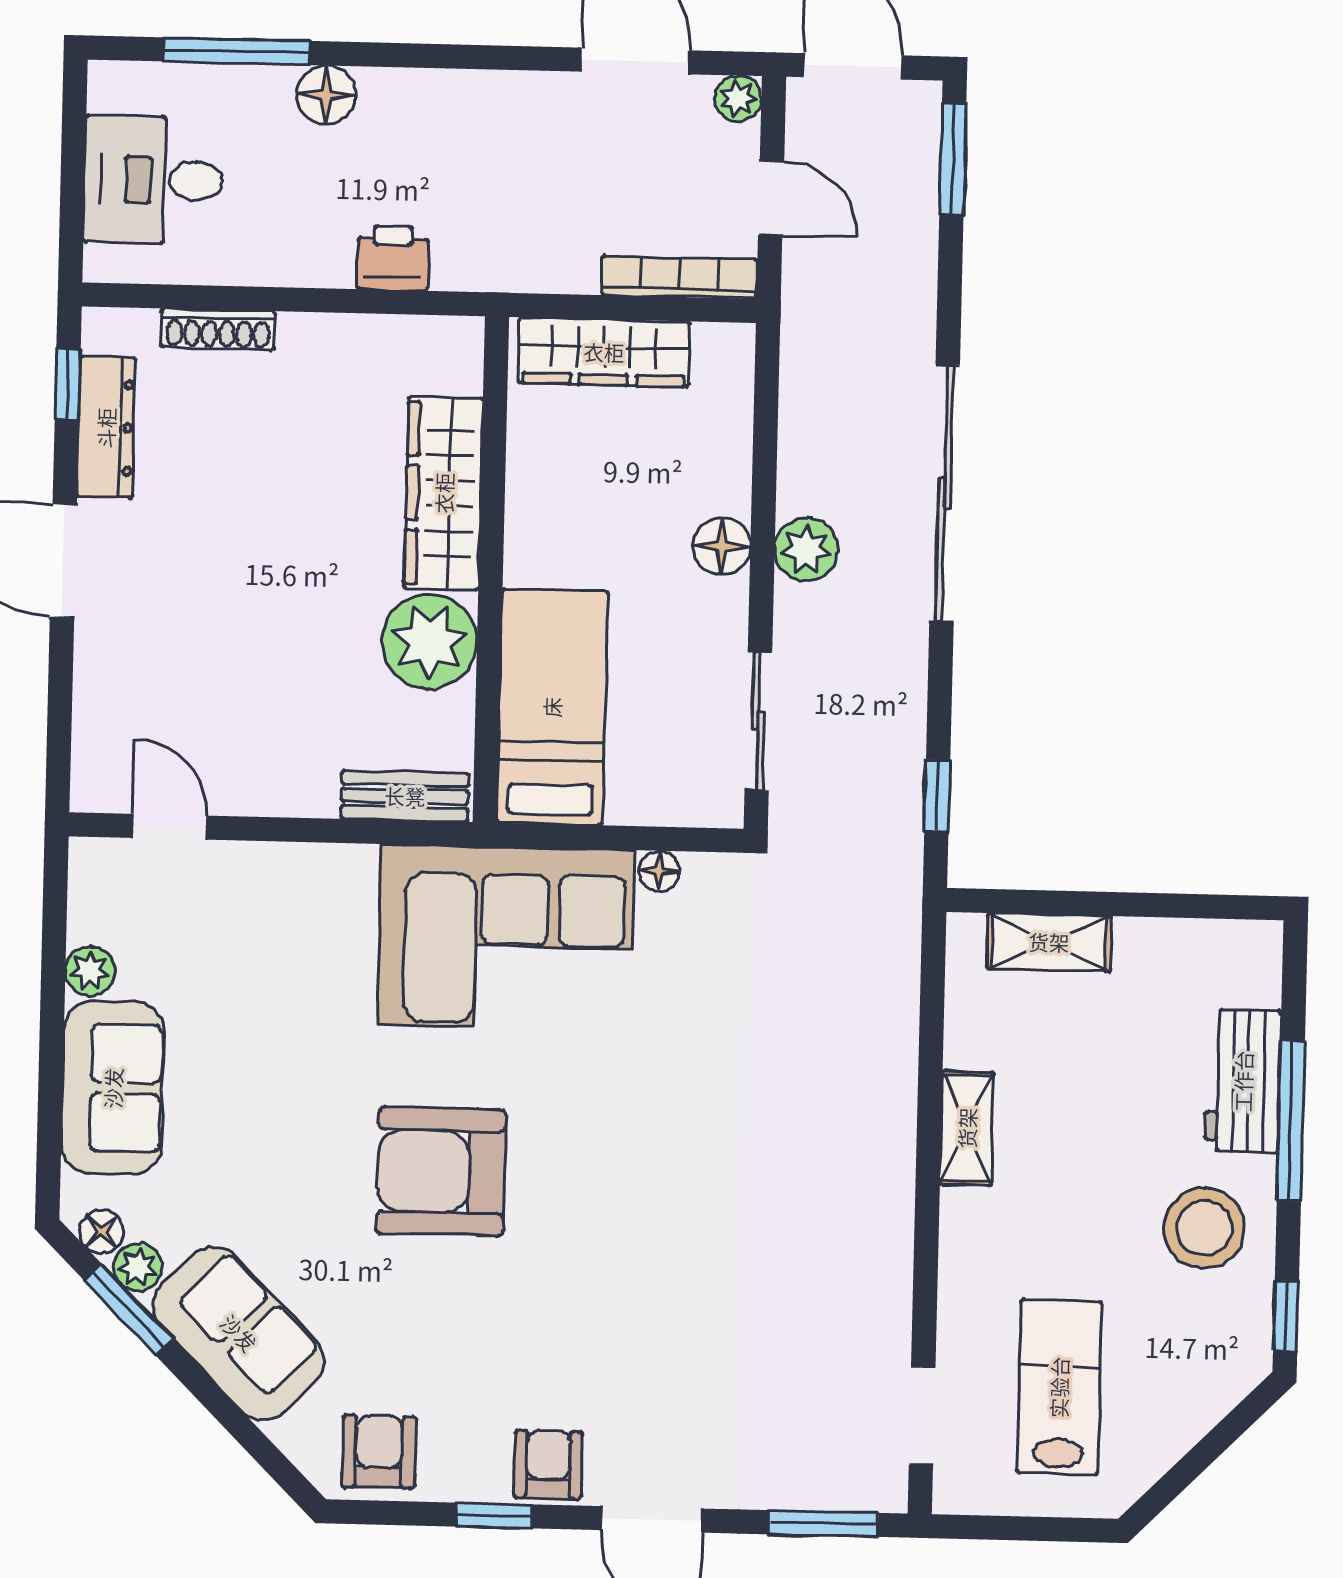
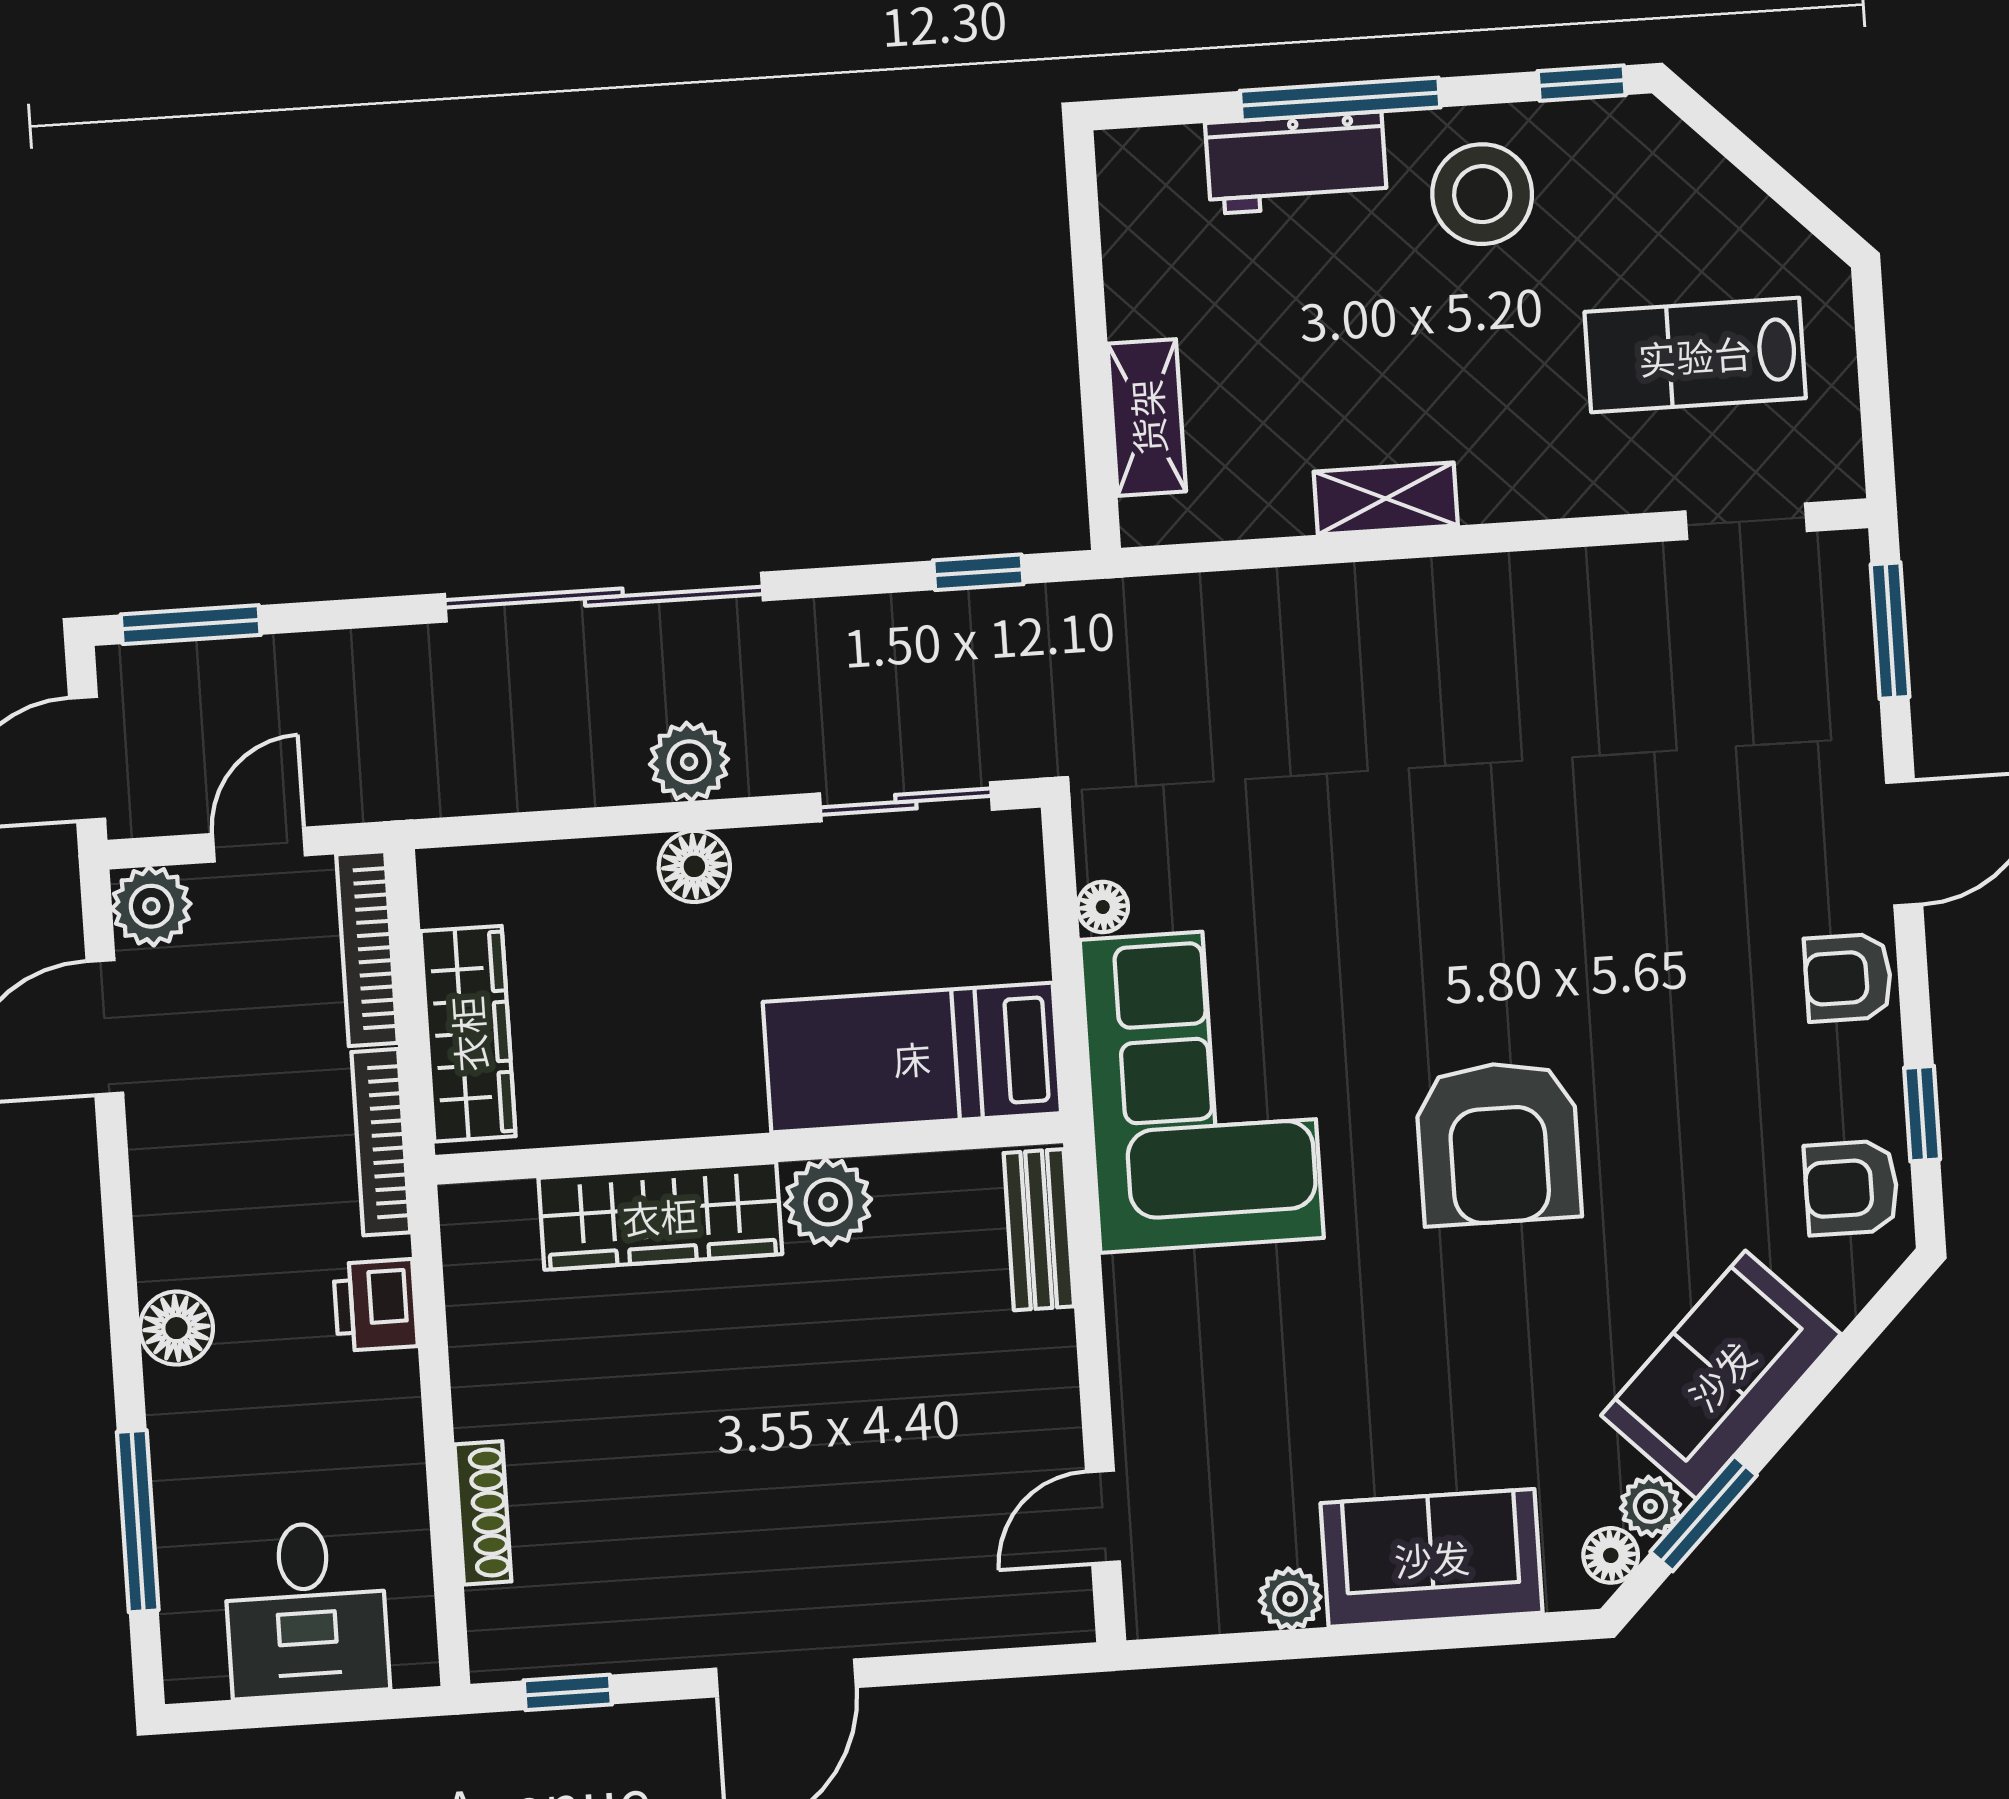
floor lamp: (326, 95) -> (176, 1328), moved
plant: (738, 99) -> (151, 906), width x1.38, depth x1.38
bookcase: (523, 274) -> (381, 1142), added
dresser: (106, 428) -> (617, 1640), removed
plant: (429, 641) -> (828, 1202), width x0.73, depth x0.73
window: (494, 1516) -> (1922, 1114), moved

